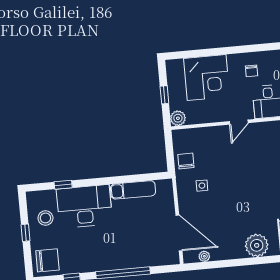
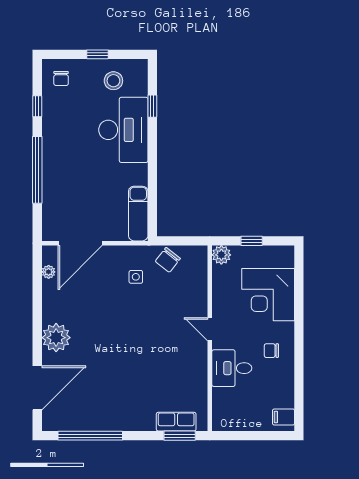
chair: (186, 161) -> (168, 260), turned 128
exam couch: (133, 190) -> (138, 214), moved
chair: (47, 260) -> (61, 78), width x0.54, depth x0.54

